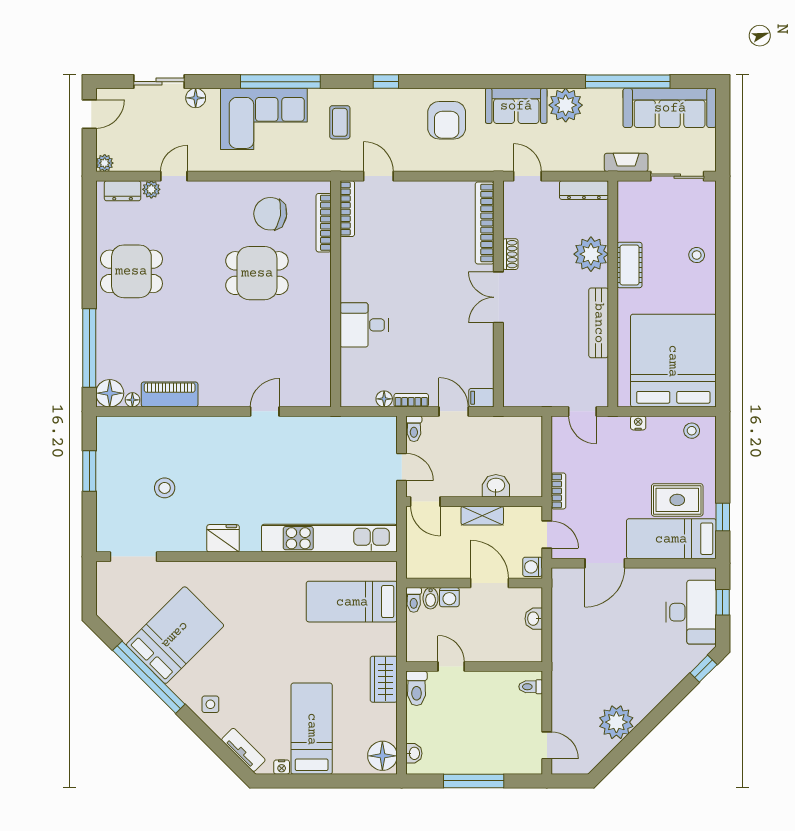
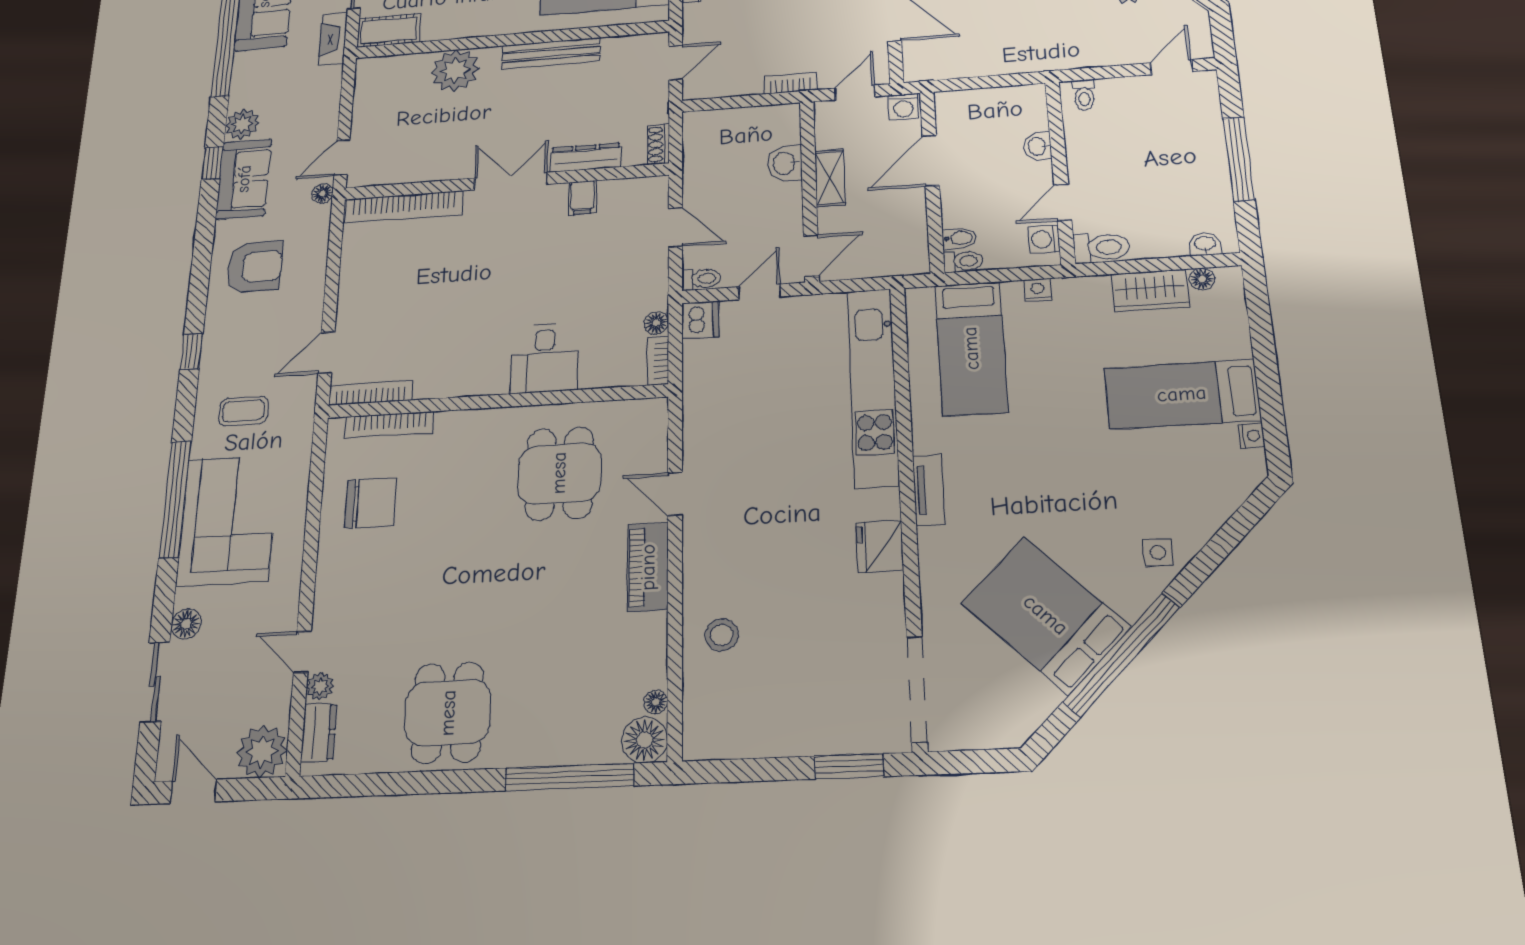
window: (531, 82) -> (212, 163), added
plant: (566, 105) -> (242, 124), width x0.73, depth x0.73
plant: (105, 163) -> (262, 751), width x1.87, depth x1.87
floor lamp: (500, 164) -> (322, 193), added
dresser: (584, 190) -> (585, 158), moved, turned -90
chair: (270, 214) -> (371, 503), turned -99
shoe rack: (510, 254) -> (658, 144), moved, turned -90
cot: (630, 265) -> (389, 30), moved
dining table: (257, 273) -> (559, 473), moved
double door: (498, 297) -> (510, 181), swing flipped
piano: (170, 394) -> (648, 567), moved
filing cabinet: (481, 398) -> (582, 198), moved
bookcase: (411, 400) -> (658, 361), moved
door: (454, 411) -> (675, 227), swing flipped
dishwasher: (384, 428) -> (700, 320), added
window: (89, 471) -> (849, 766), moved
stool: (165, 488) -> (722, 635), moved
doorway: (134, 557) -> (917, 689), width x1.36
washing machine: (449, 597) -> (1044, 239), moved, turned 180
washbasin: (534, 619) -> (1038, 146), moved, turned 90
nightstand: (389, 646) -> (1038, 290), added
wardrobe: (384, 679) -> (1150, 291), moved
tv unit: (243, 750) -> (929, 490), moved, turned 135
floor lamp: (382, 756) -> (1202, 279), width x0.53, depth x0.53

